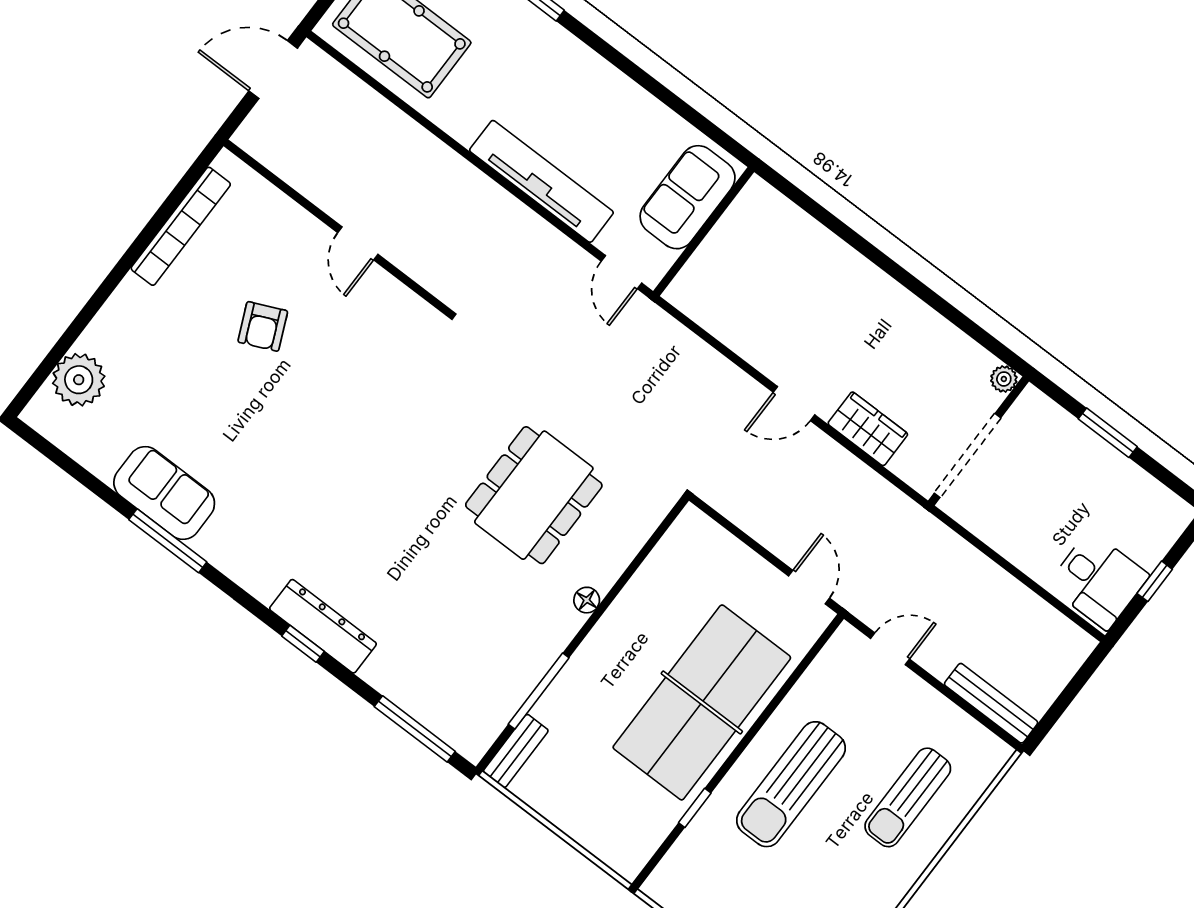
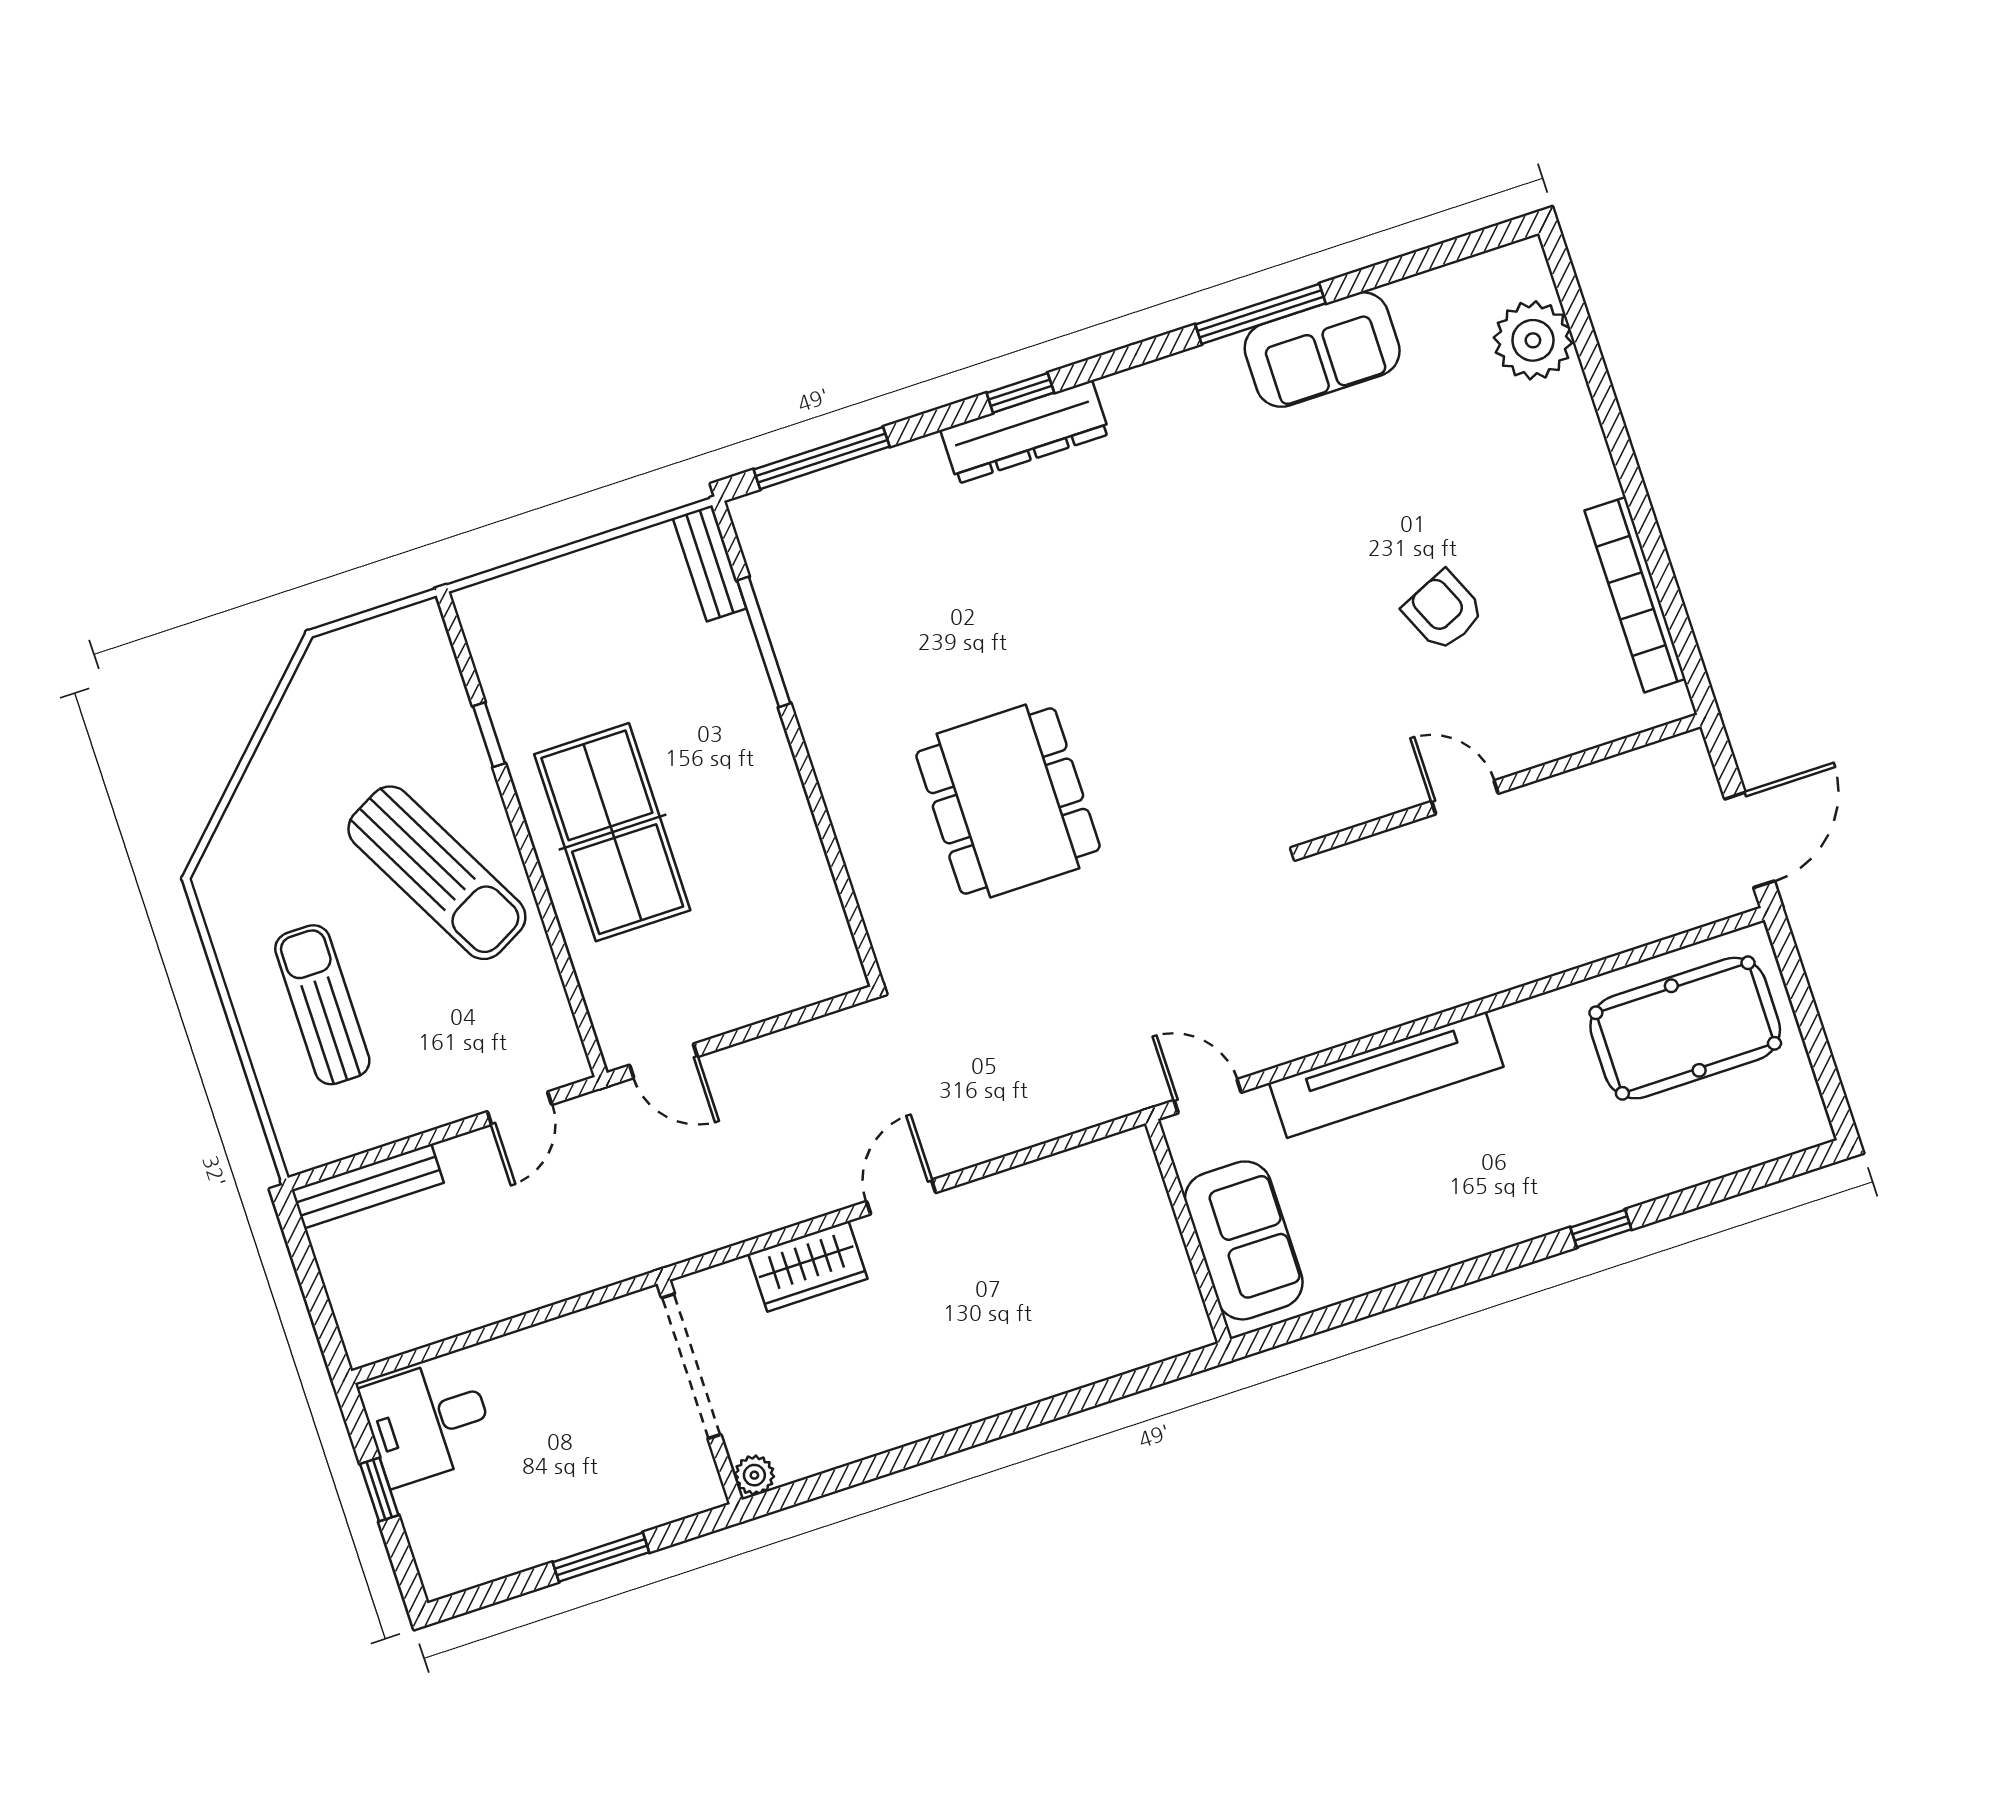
floor lamp: (587, 600) -> (835, 777), removed
table tennis table: (702, 702) -> (612, 832), width x0.73, depth x0.76
sun lounger: (791, 784) -> (437, 873), turned 152

